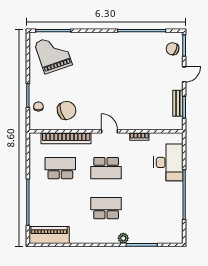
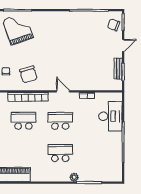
chair: (67, 110) -> (28, 74), turned 94
school desk: (106, 168) -> (60, 121), turned 180

